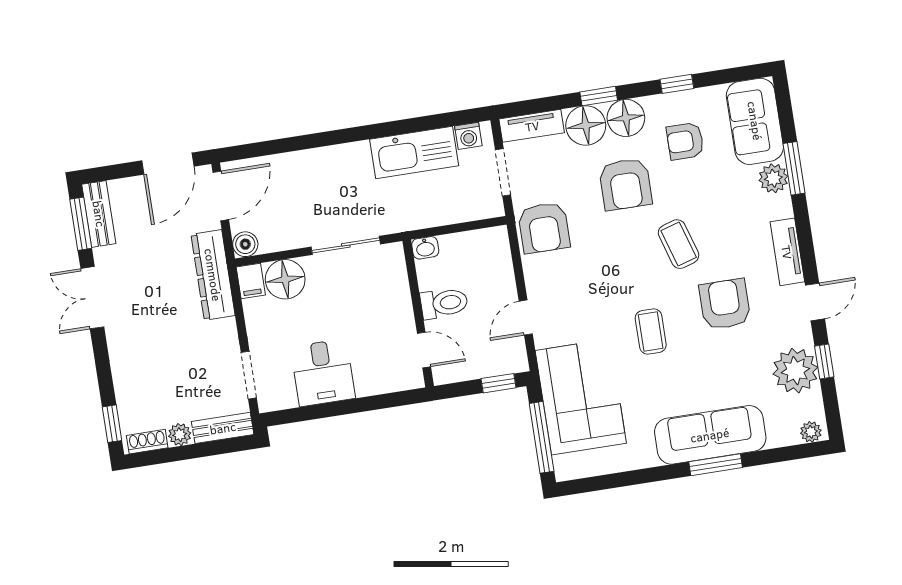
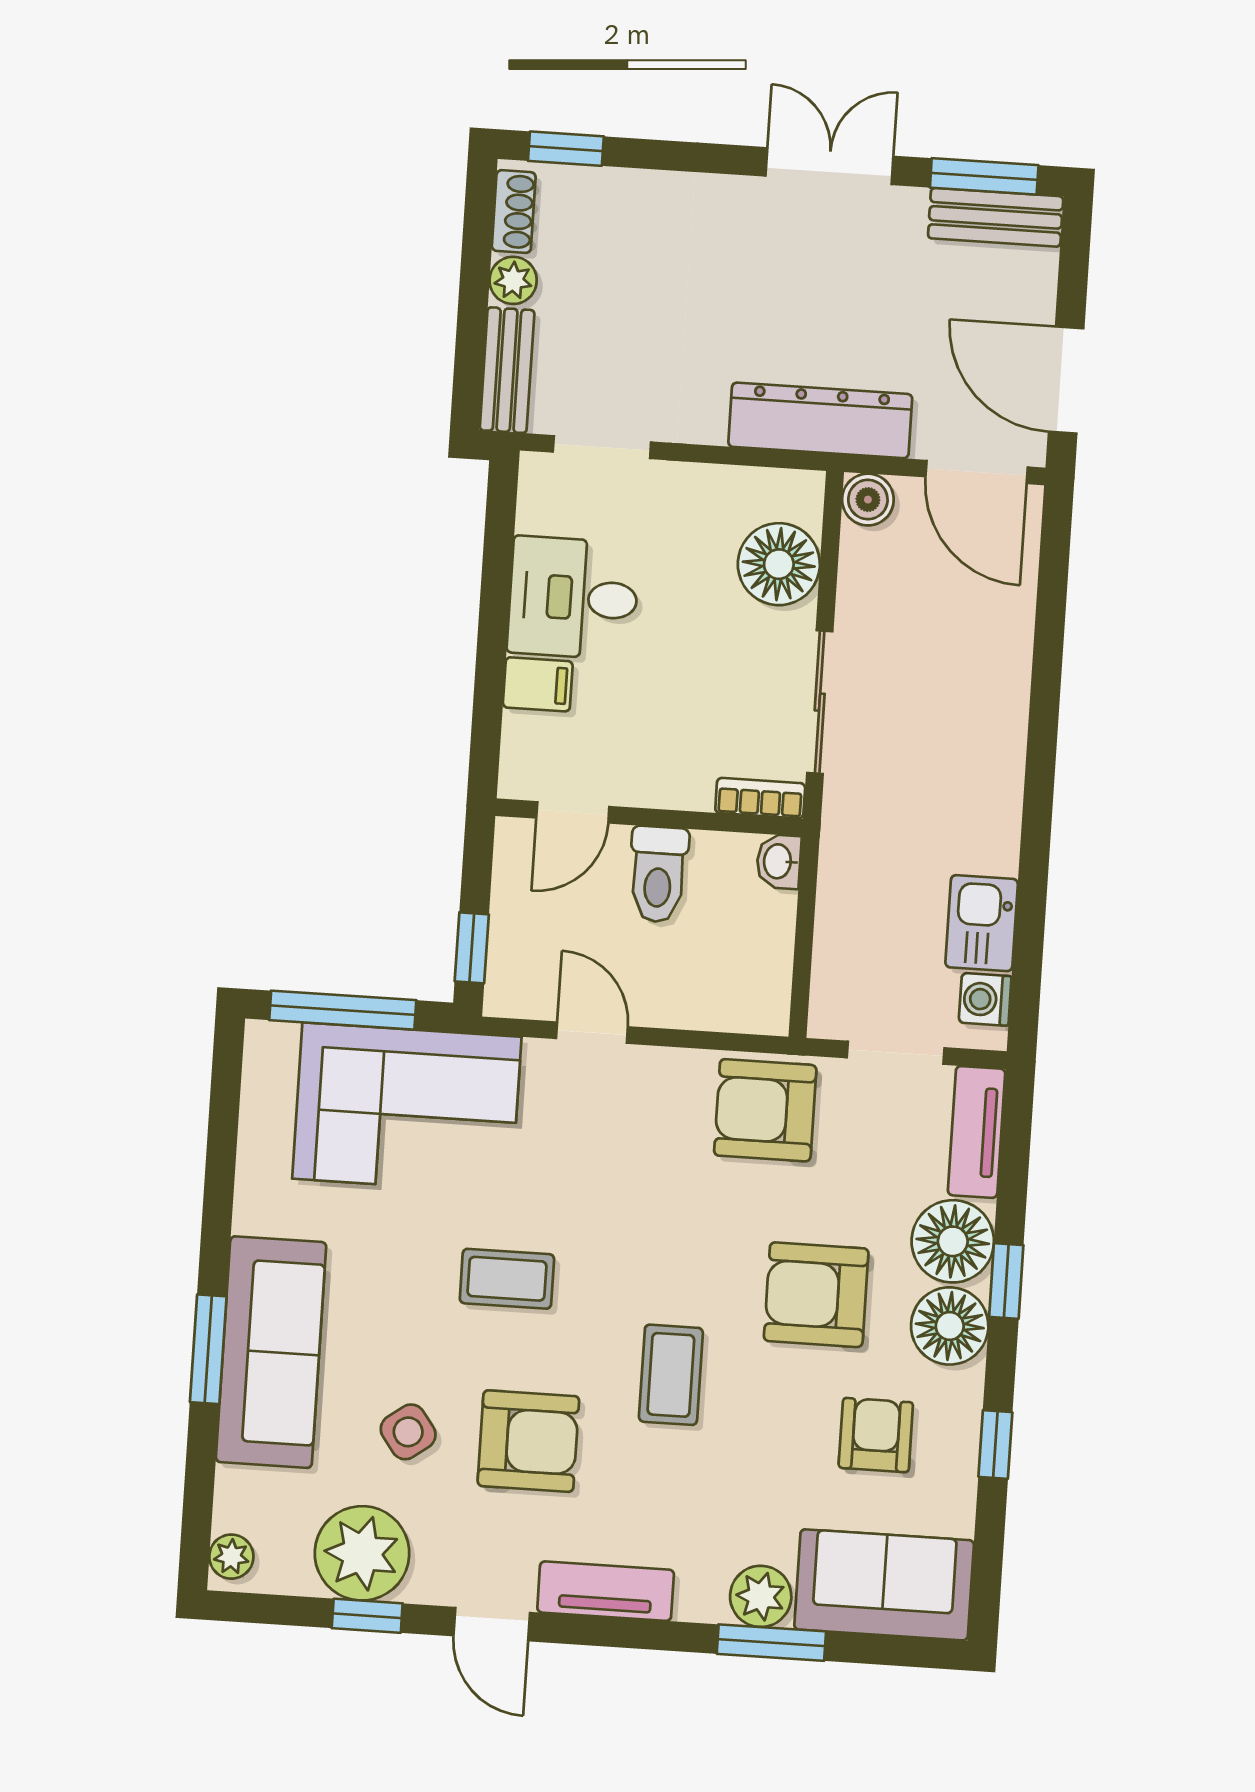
kitchen sink: (414, 153) -> (982, 923), width x0.53, depth x0.81
coffee table: (679, 244) -> (671, 1375), turned -73
bookcase: (397, 263) -> (760, 798), added
filing cabinet: (251, 281) -> (538, 684), moved, turned 180
side table: (733, 362) -> (408, 1432), added

